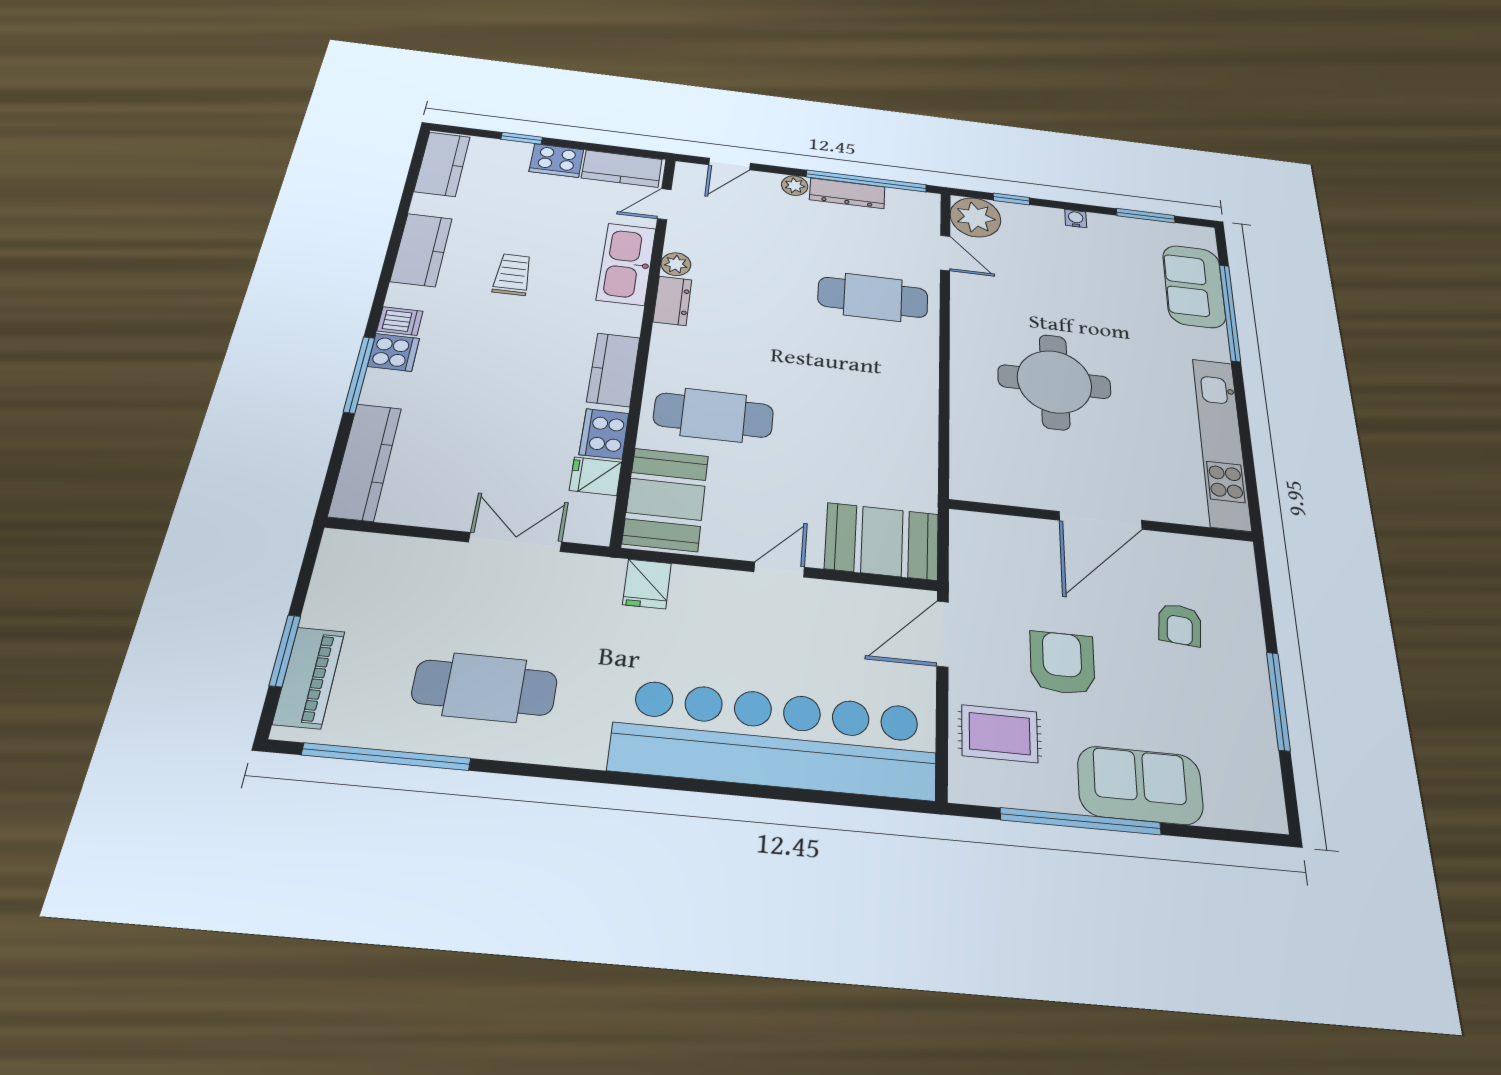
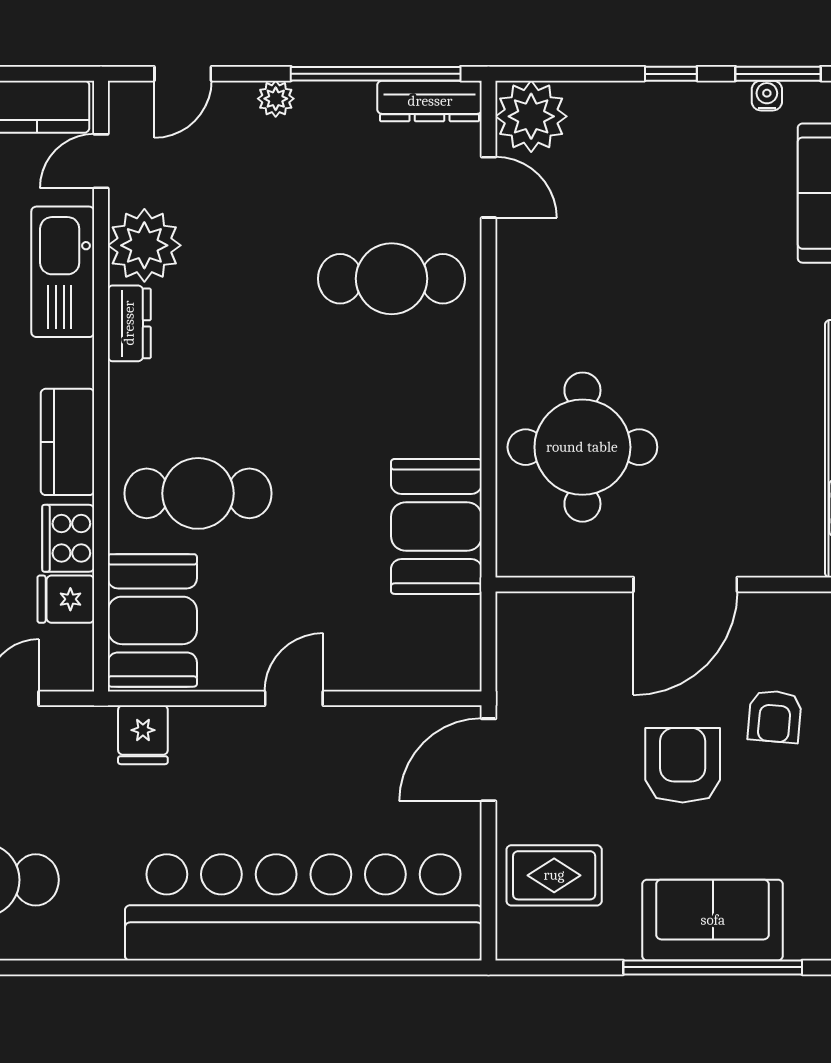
dresser: (847, 193) -> (430, 101), moved
window: (1011, 199) -> (671, 74), moved
water cooler: (1076, 219) -> (767, 96), moved
plant: (676, 264) -> (144, 245), width x1.87, depth x1.87
round table: (1054, 382) -> (582, 447), moved
booth: (882, 541) -> (436, 526), moved, turned 90
armchair: (1062, 663) -> (683, 765), moved
window: (1081, 821) -> (713, 967), moved

